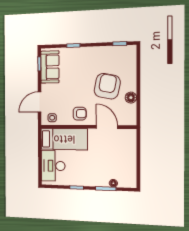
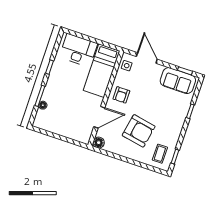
coffee table: (122, 59) -> (160, 154), added
floor lamp: (131, 98) -> (99, 143), moved

